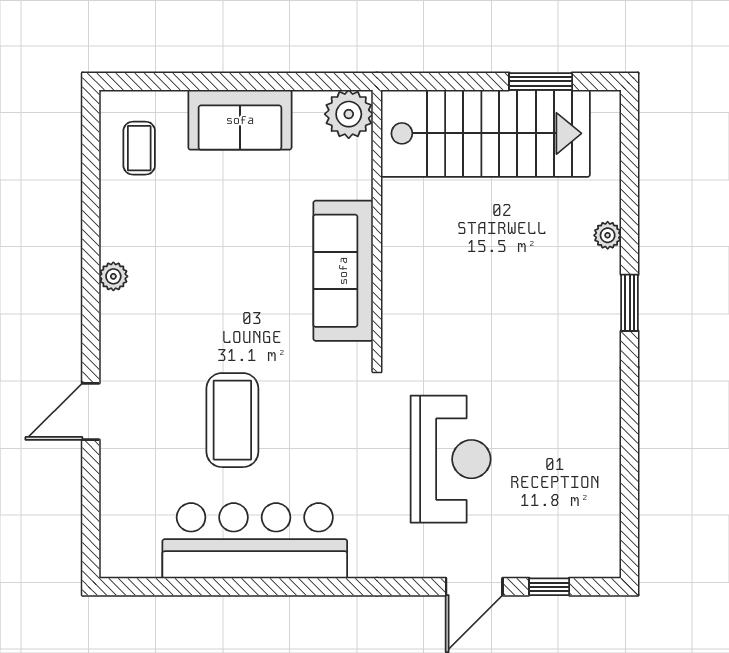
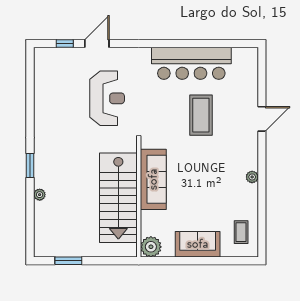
stairs: (485, 133) -> (118, 198), moved, turned -90
reception desk: (451, 459) -> (107, 98), turned 180

